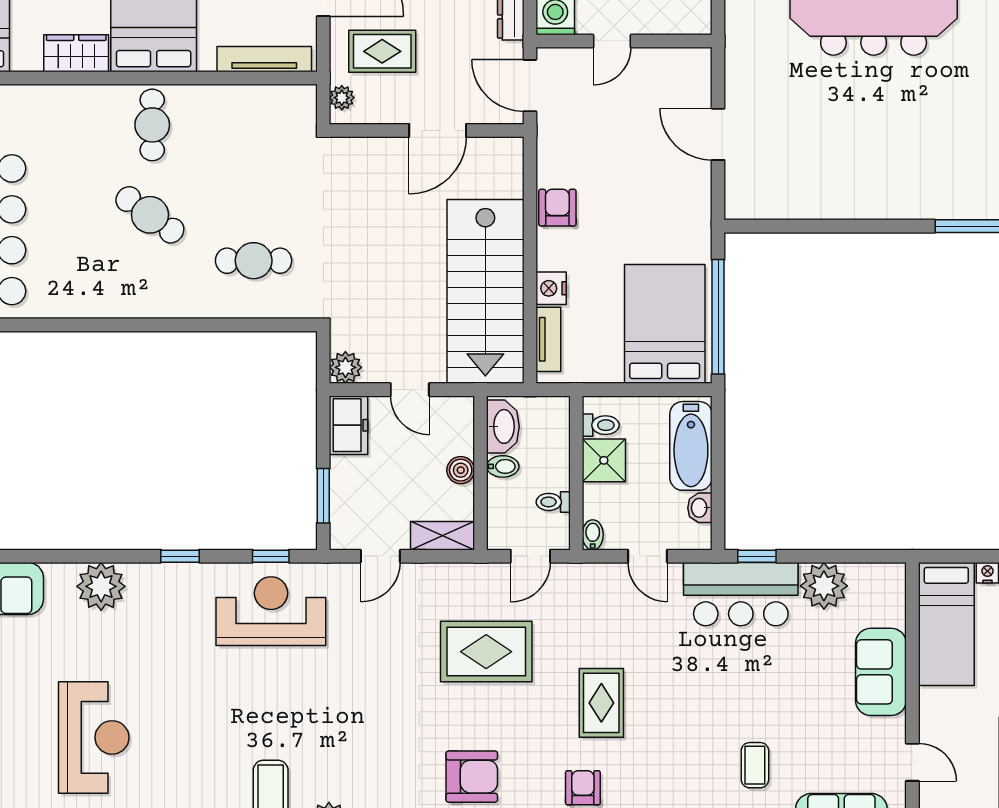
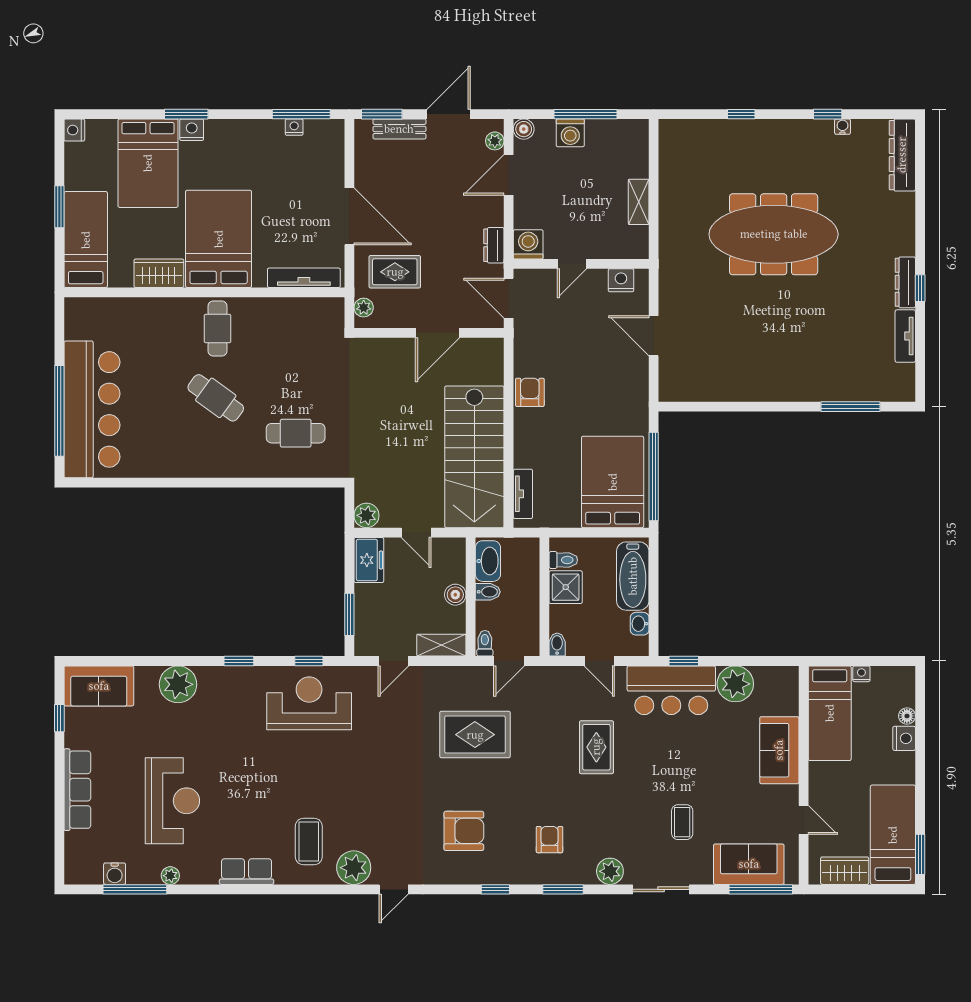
nightstand: (551, 288) -> (621, 280), moved, turned 90
toilet: (553, 502) -> (485, 643), moved, turned 90
rug: (601, 703) -> (596, 747), moved

